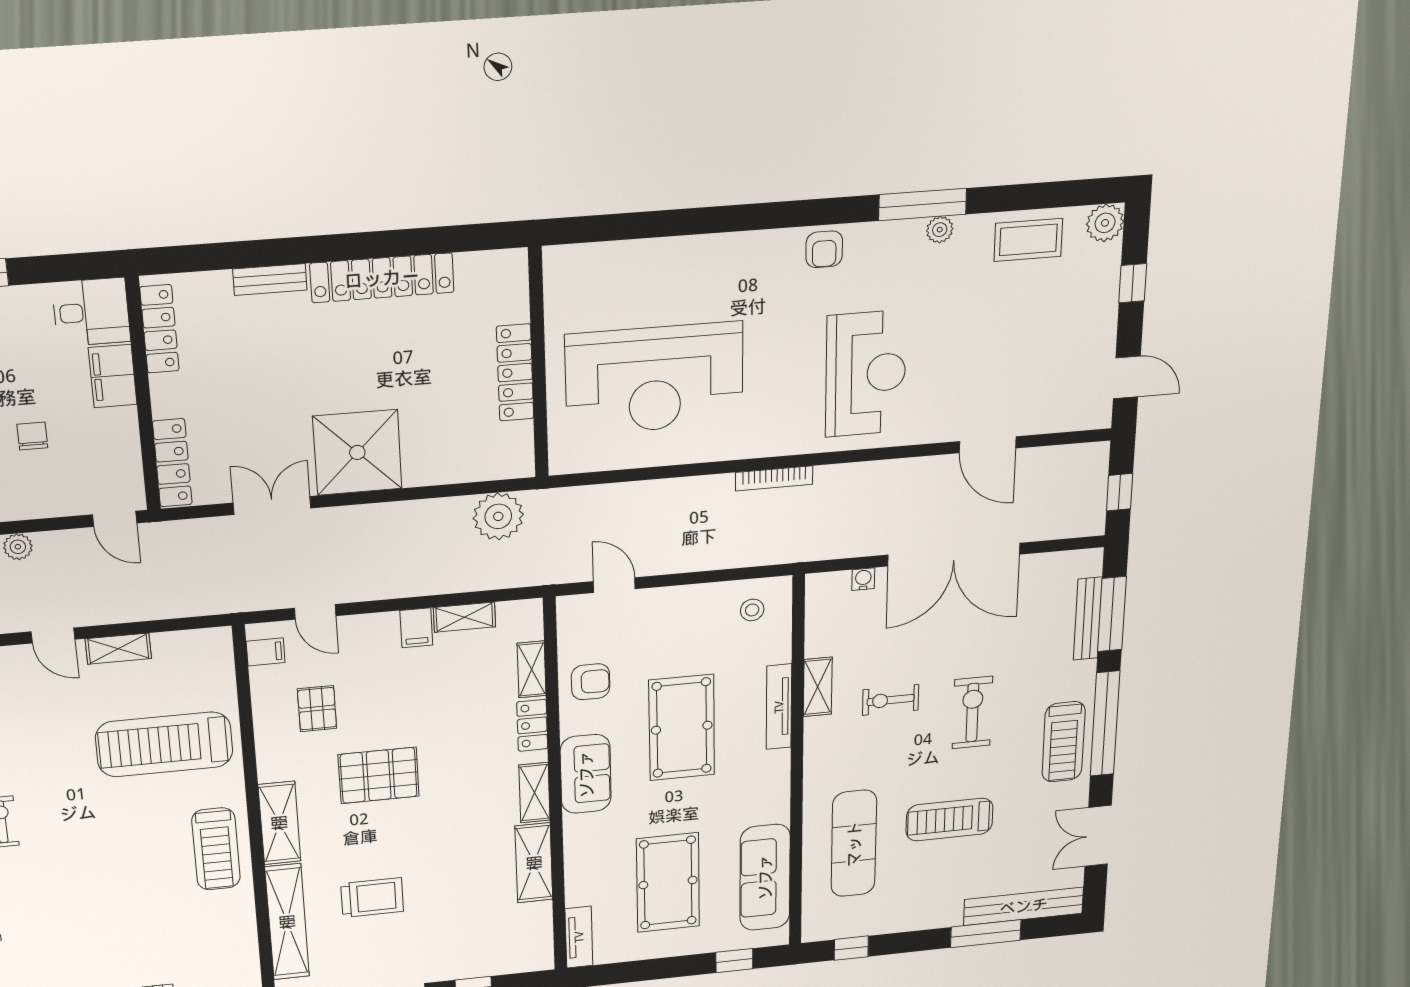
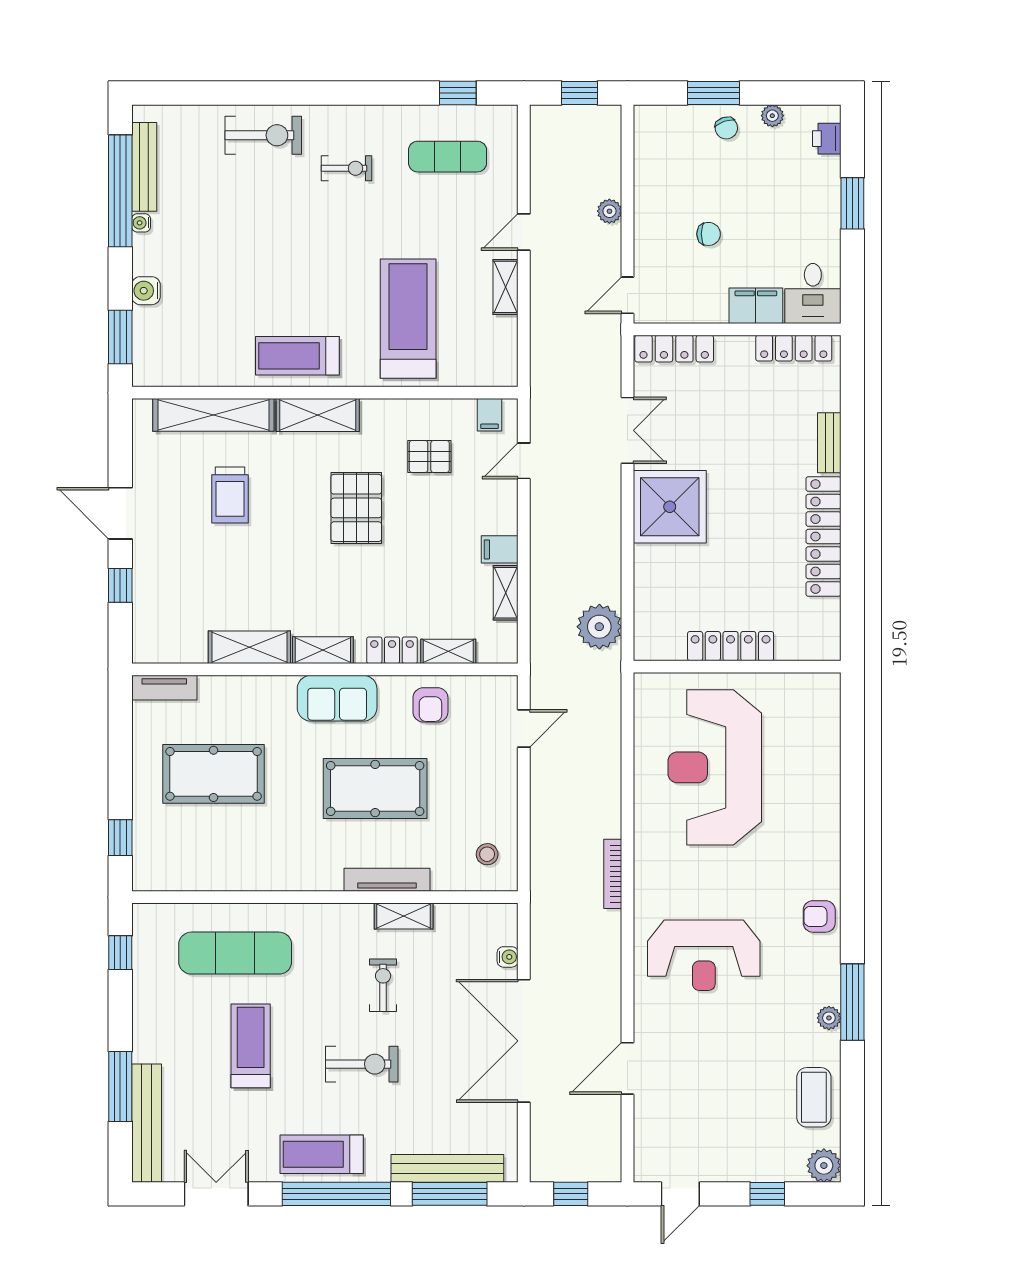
bench: (1088, 619) -> (447, 1168), width x1.37, depth x1.21
sofa: (765, 877) -> (208, 867), removed

